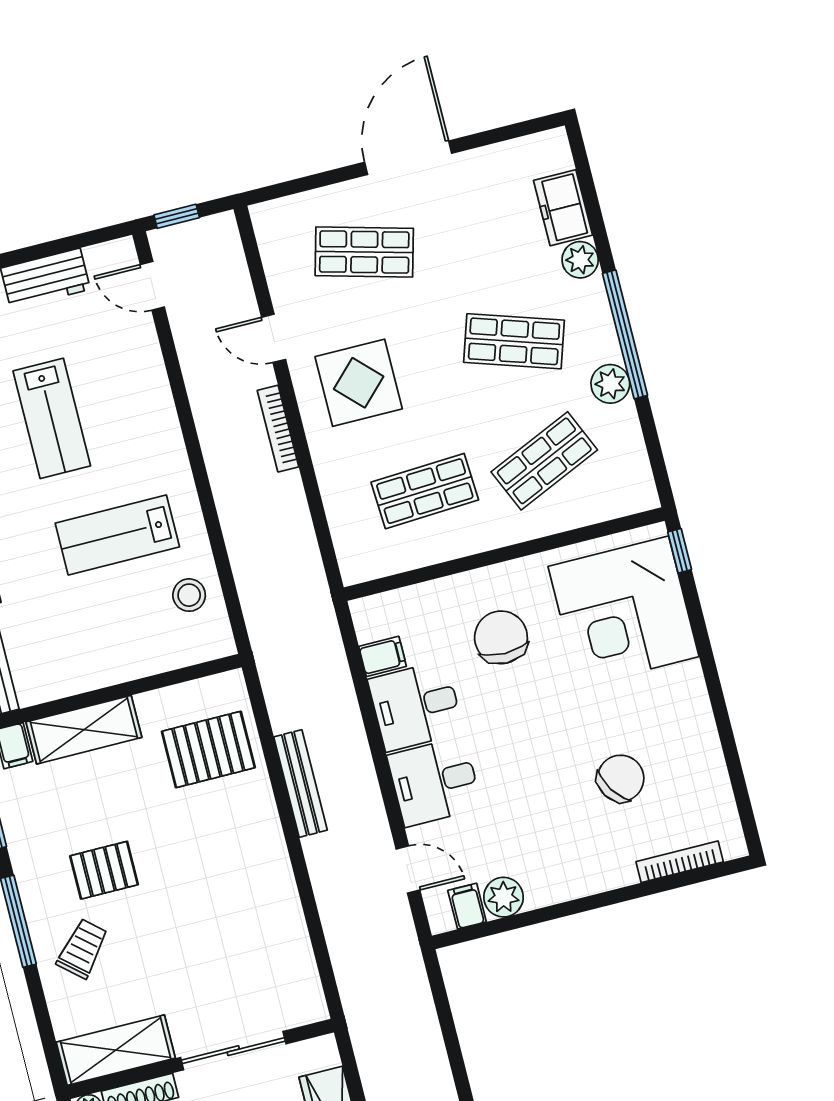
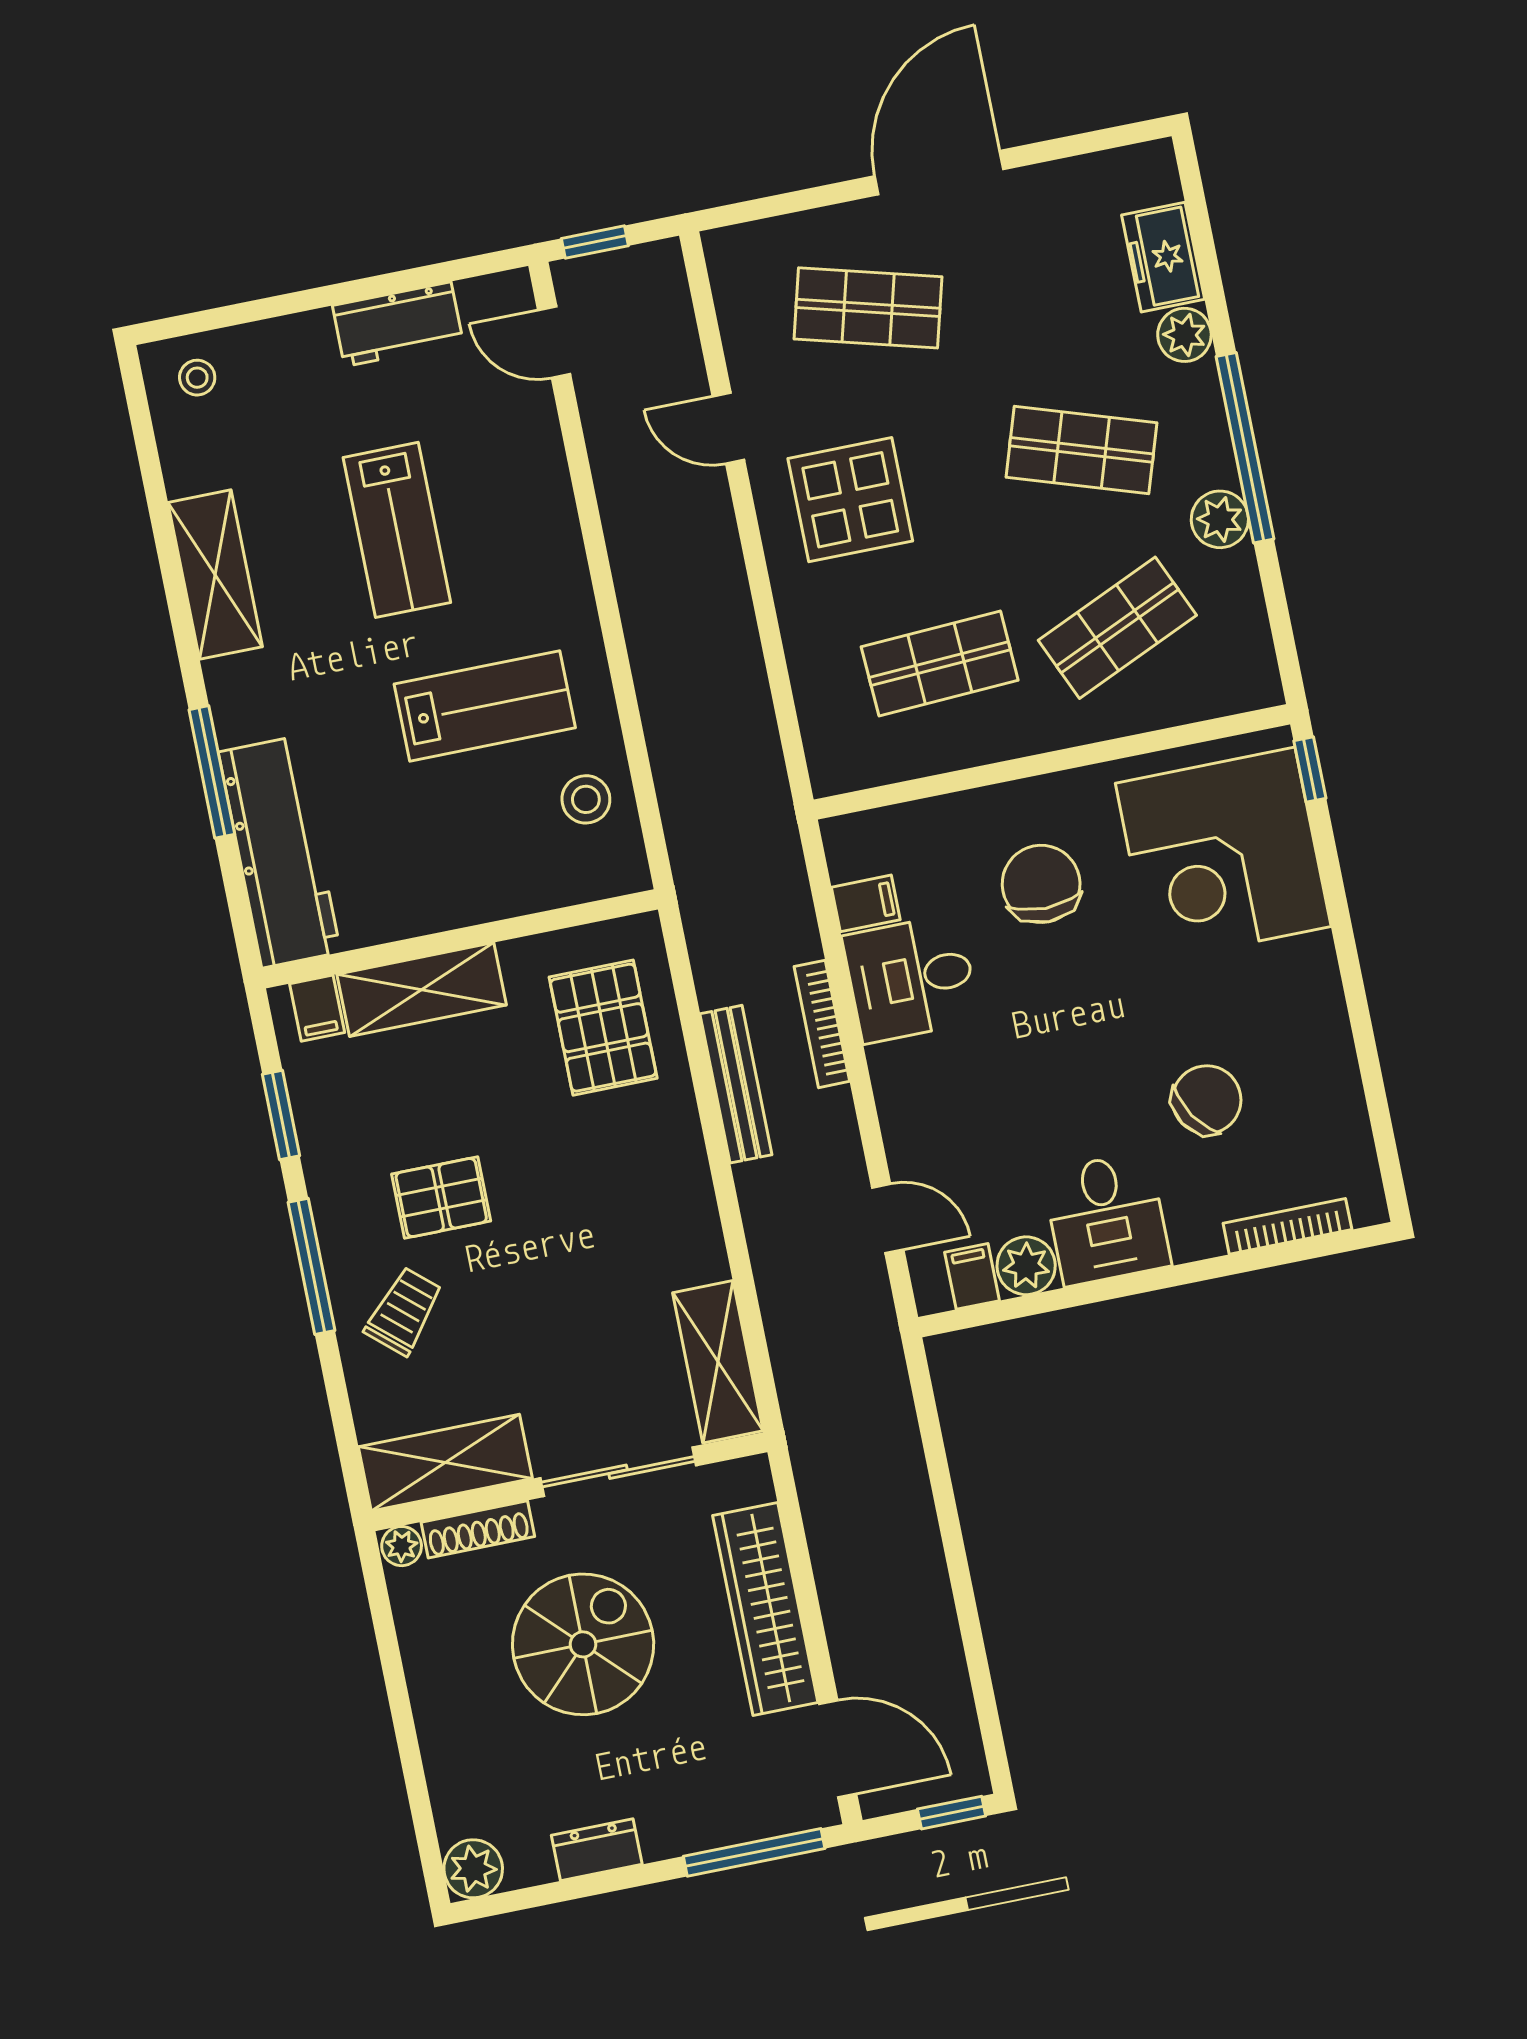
bookcase: (278, 429) -> (822, 1024), moved
lab bench: (117, 535) -> (485, 706), turned 180
pallet: (208, 749) -> (603, 1028), turned 90
desk: (434, 782) -> (1107, 1219), moved, turned -90
shelving: (297, 973) -> (718, 1362), added

